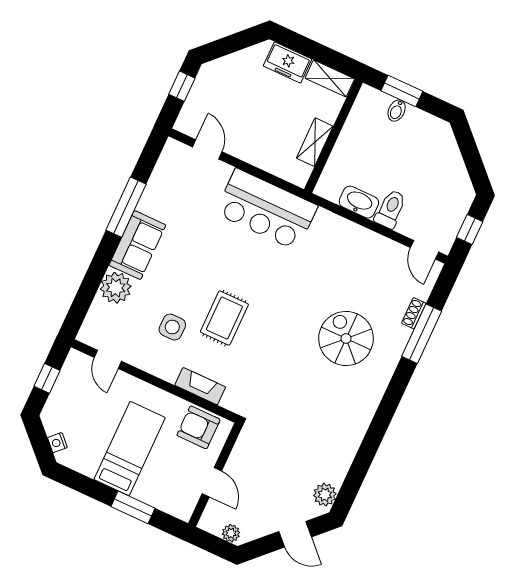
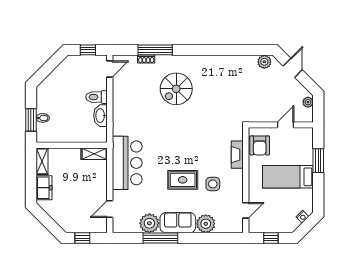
shelving: (315, 142) -> (94, 154), moved
plant: (157, 201) -> (149, 223), added
rug: (224, 318) -> (183, 180), moved

